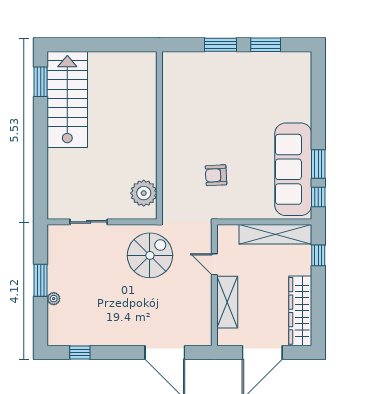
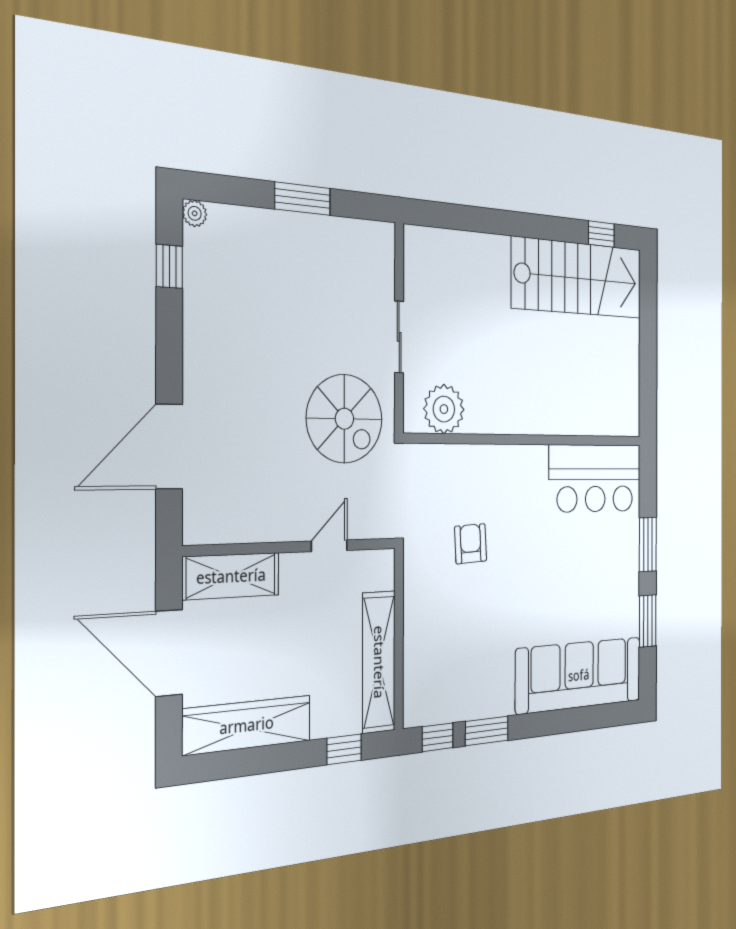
window: (41, 82) -> (601, 234), width x0.67
bar counter: (181, 86) -> (595, 478), added
sofa: (293, 169) -> (579, 675), moved
sliding door: (89, 222) -> (399, 337), moved
plant: (54, 299) -> (195, 213), moved
shelving: (227, 302) -> (231, 576), moved

